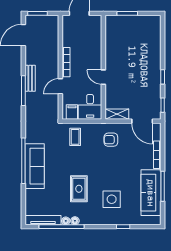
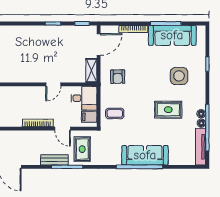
rug: (41, 105) -> (82, 149), added

